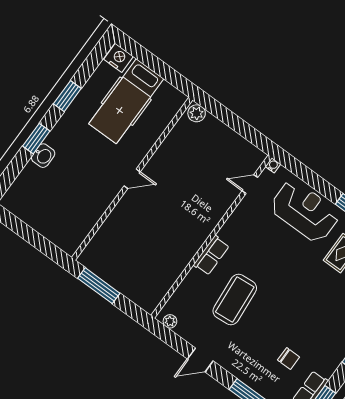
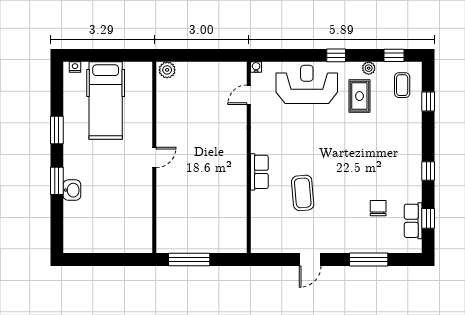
nightstand: (119, 58) -> (75, 67), width x0.53, depth x0.56
coffee table: (235, 300) -> (303, 193), width x0.73, depth x0.76
plant: (170, 321) -> (265, 247), removed
chair: (289, 359) -> (378, 208), turned -90

